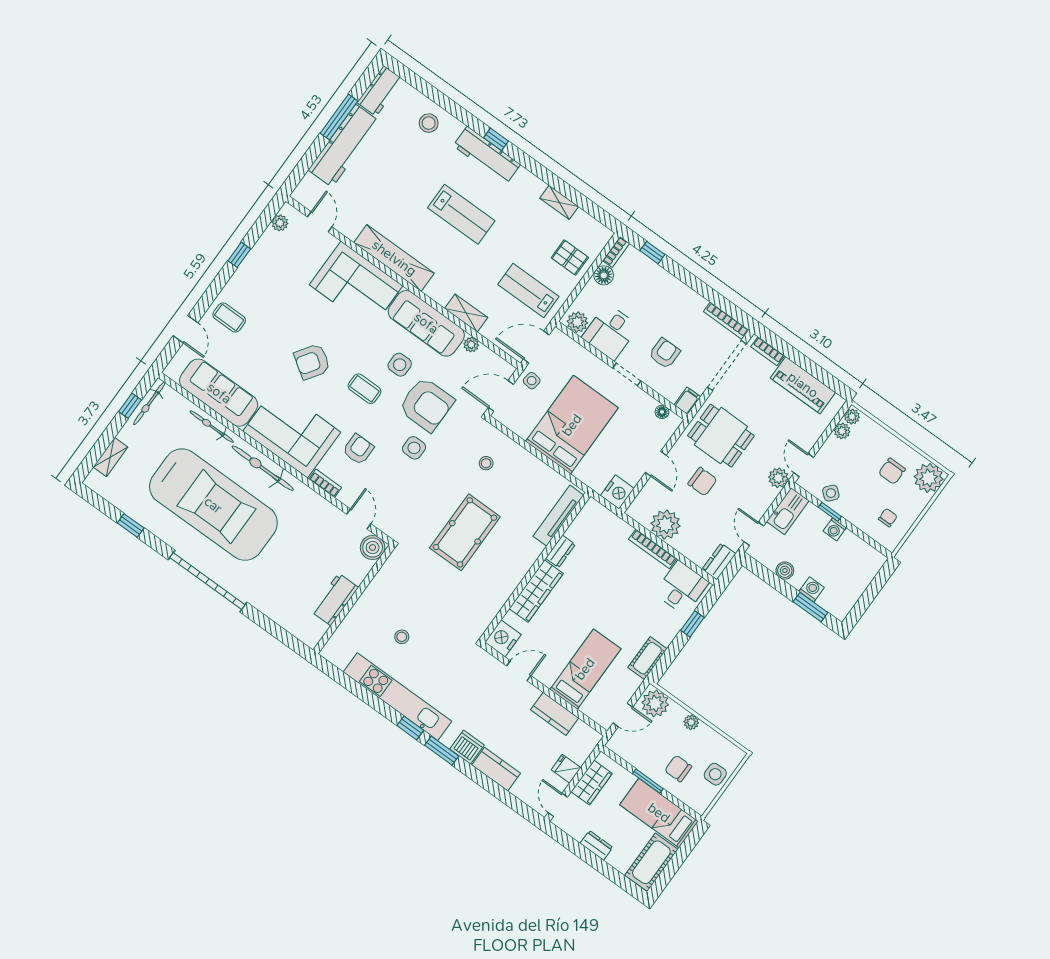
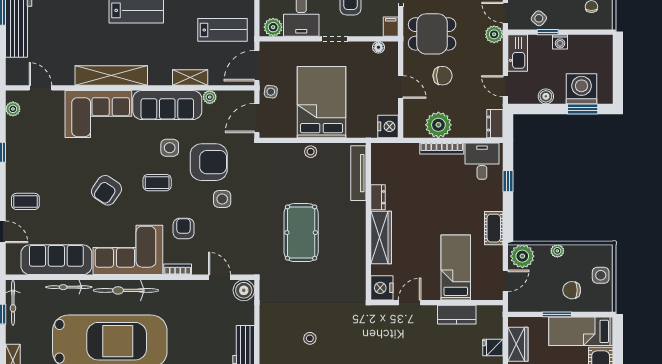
lab bench: (528, 291) -> (222, 30), turned 180
stool: (486, 463) -> (311, 152), moved
washing machine: (812, 589) -> (581, 89), width x1.89, depth x1.89

